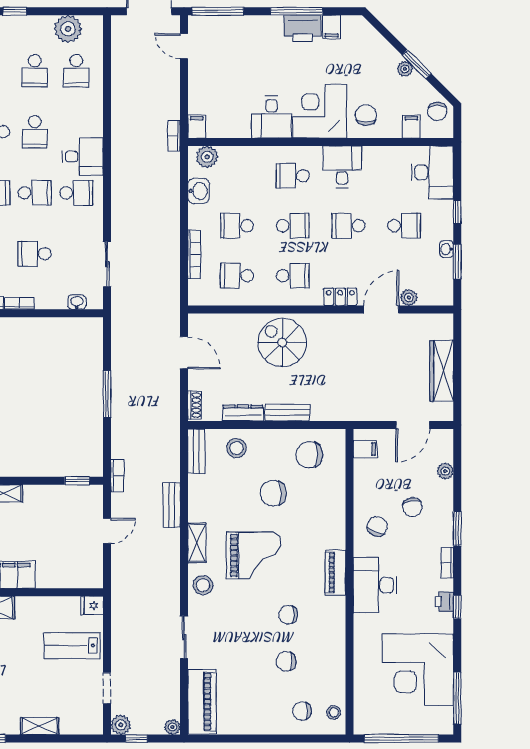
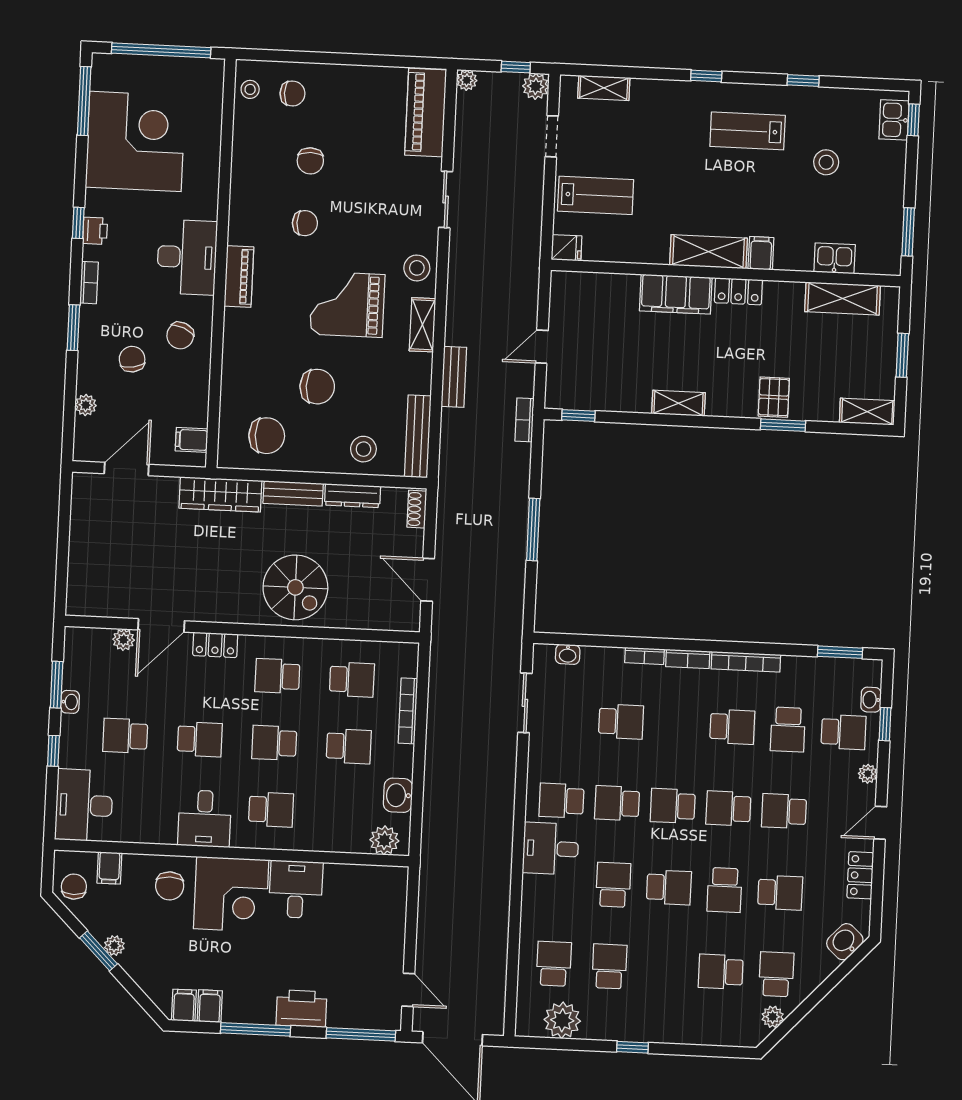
printer: (303, 28) -> (301, 1009), moved
filing cabinet: (197, 126) -> (184, 1005), moved, turned 180
bookcase: (174, 136) -> (427, 871), removed
wardrobe: (442, 371) -> (220, 494), moved, turned 90
bench: (196, 451) -> (418, 436), width x1.36
chair: (286, 661) -> (310, 161), turned 90
shelving: (39, 726) -> (604, 88), moved

